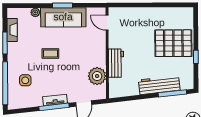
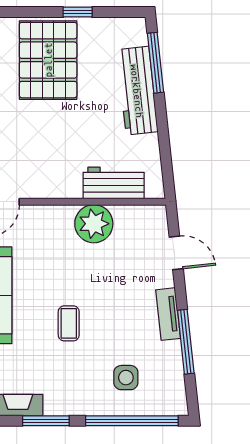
workbench: (116, 63) -> (114, 183), moved
plant: (97, 76) -> (94, 224), moved
window: (54, 107) -> (186, 342), moved

